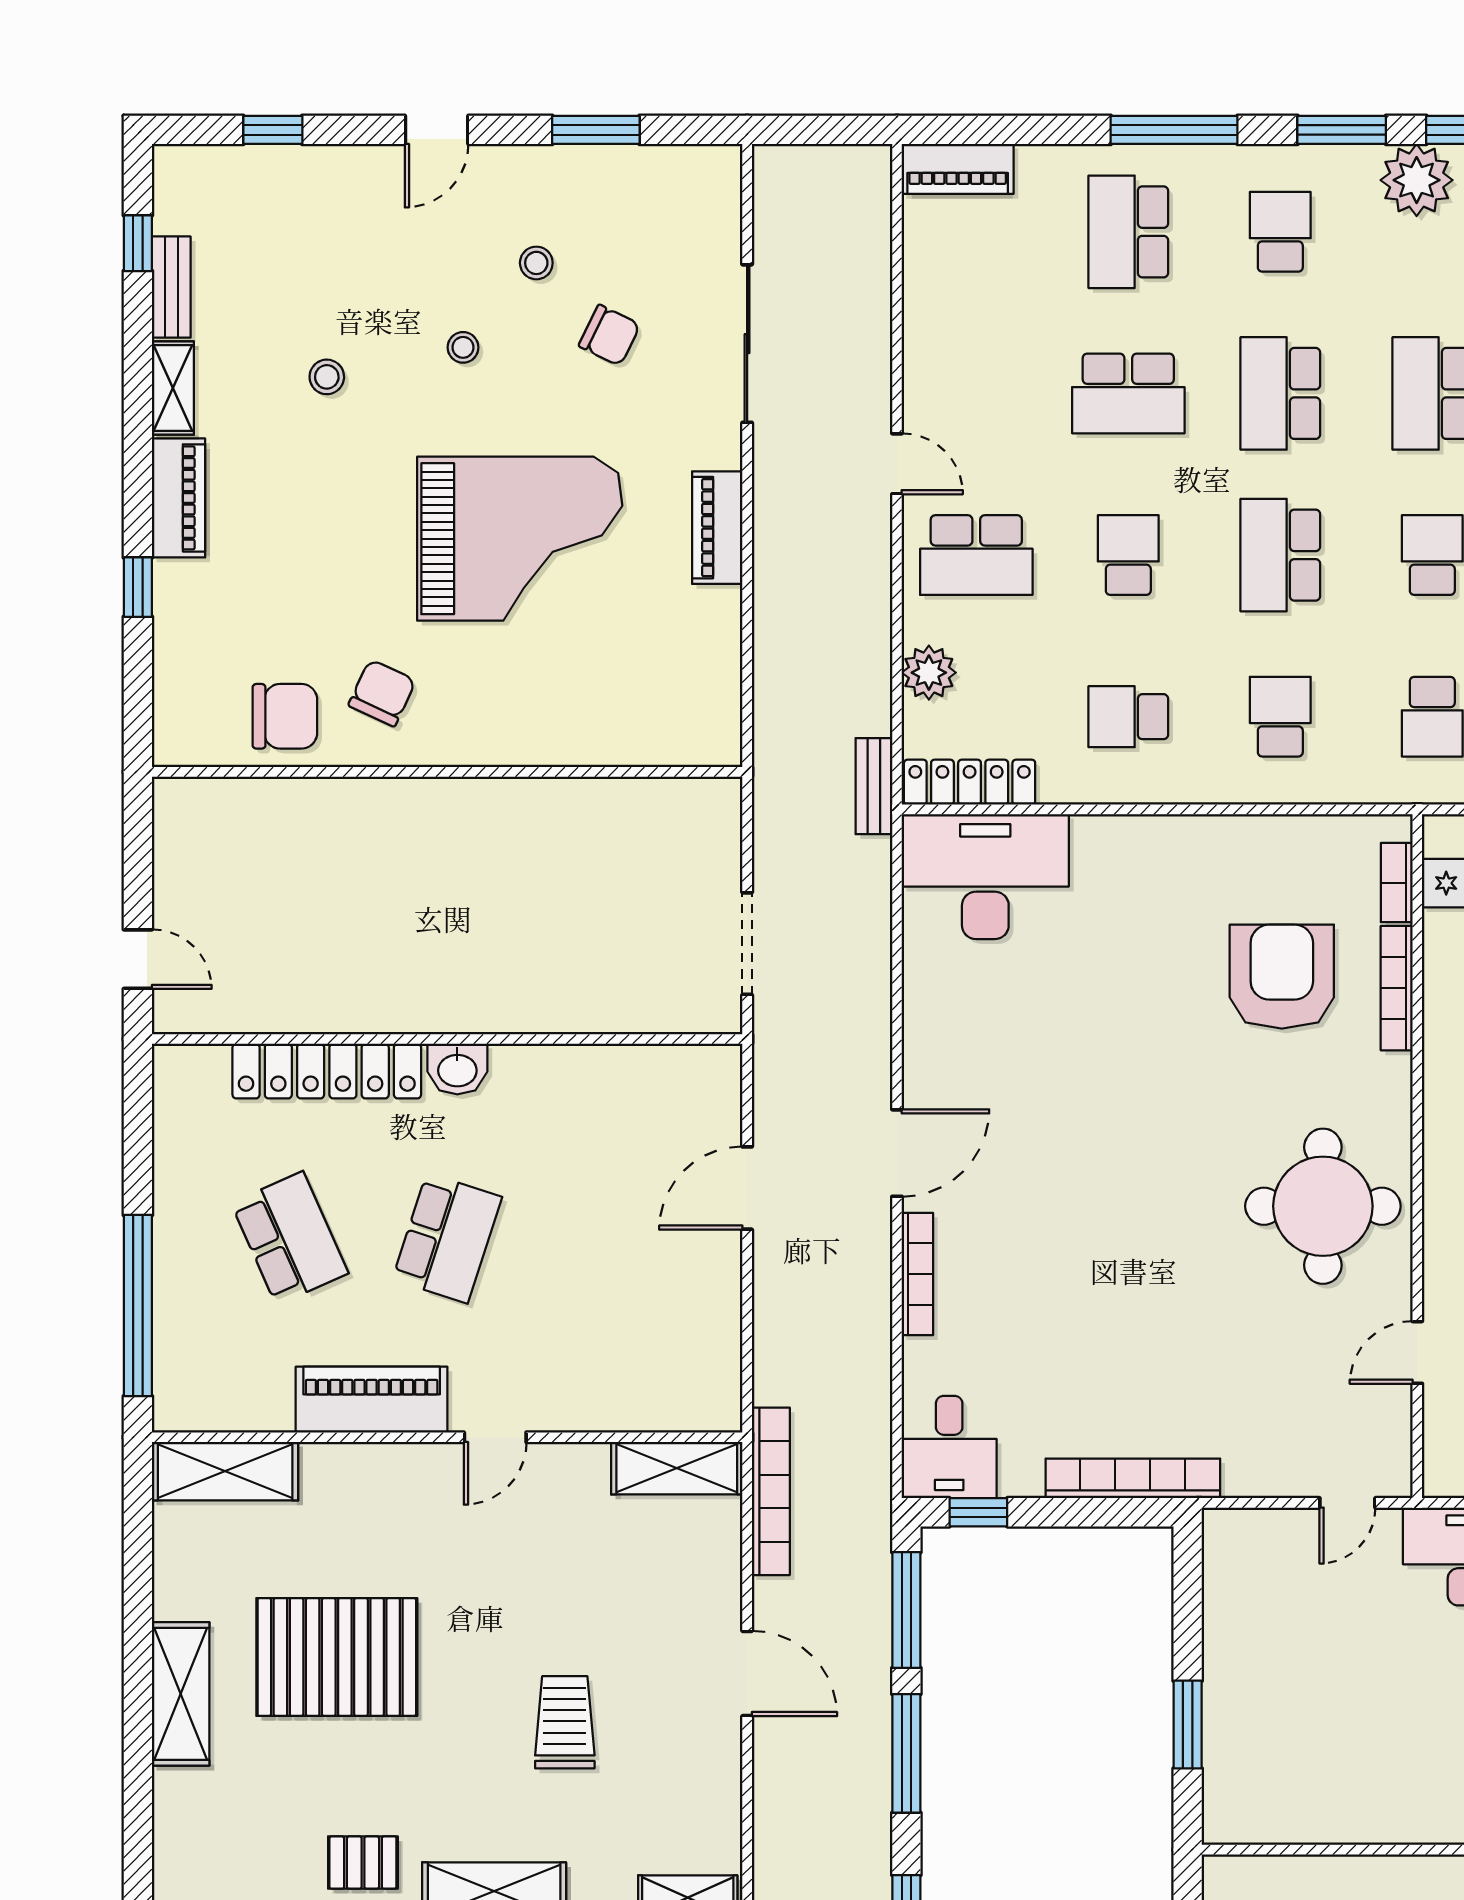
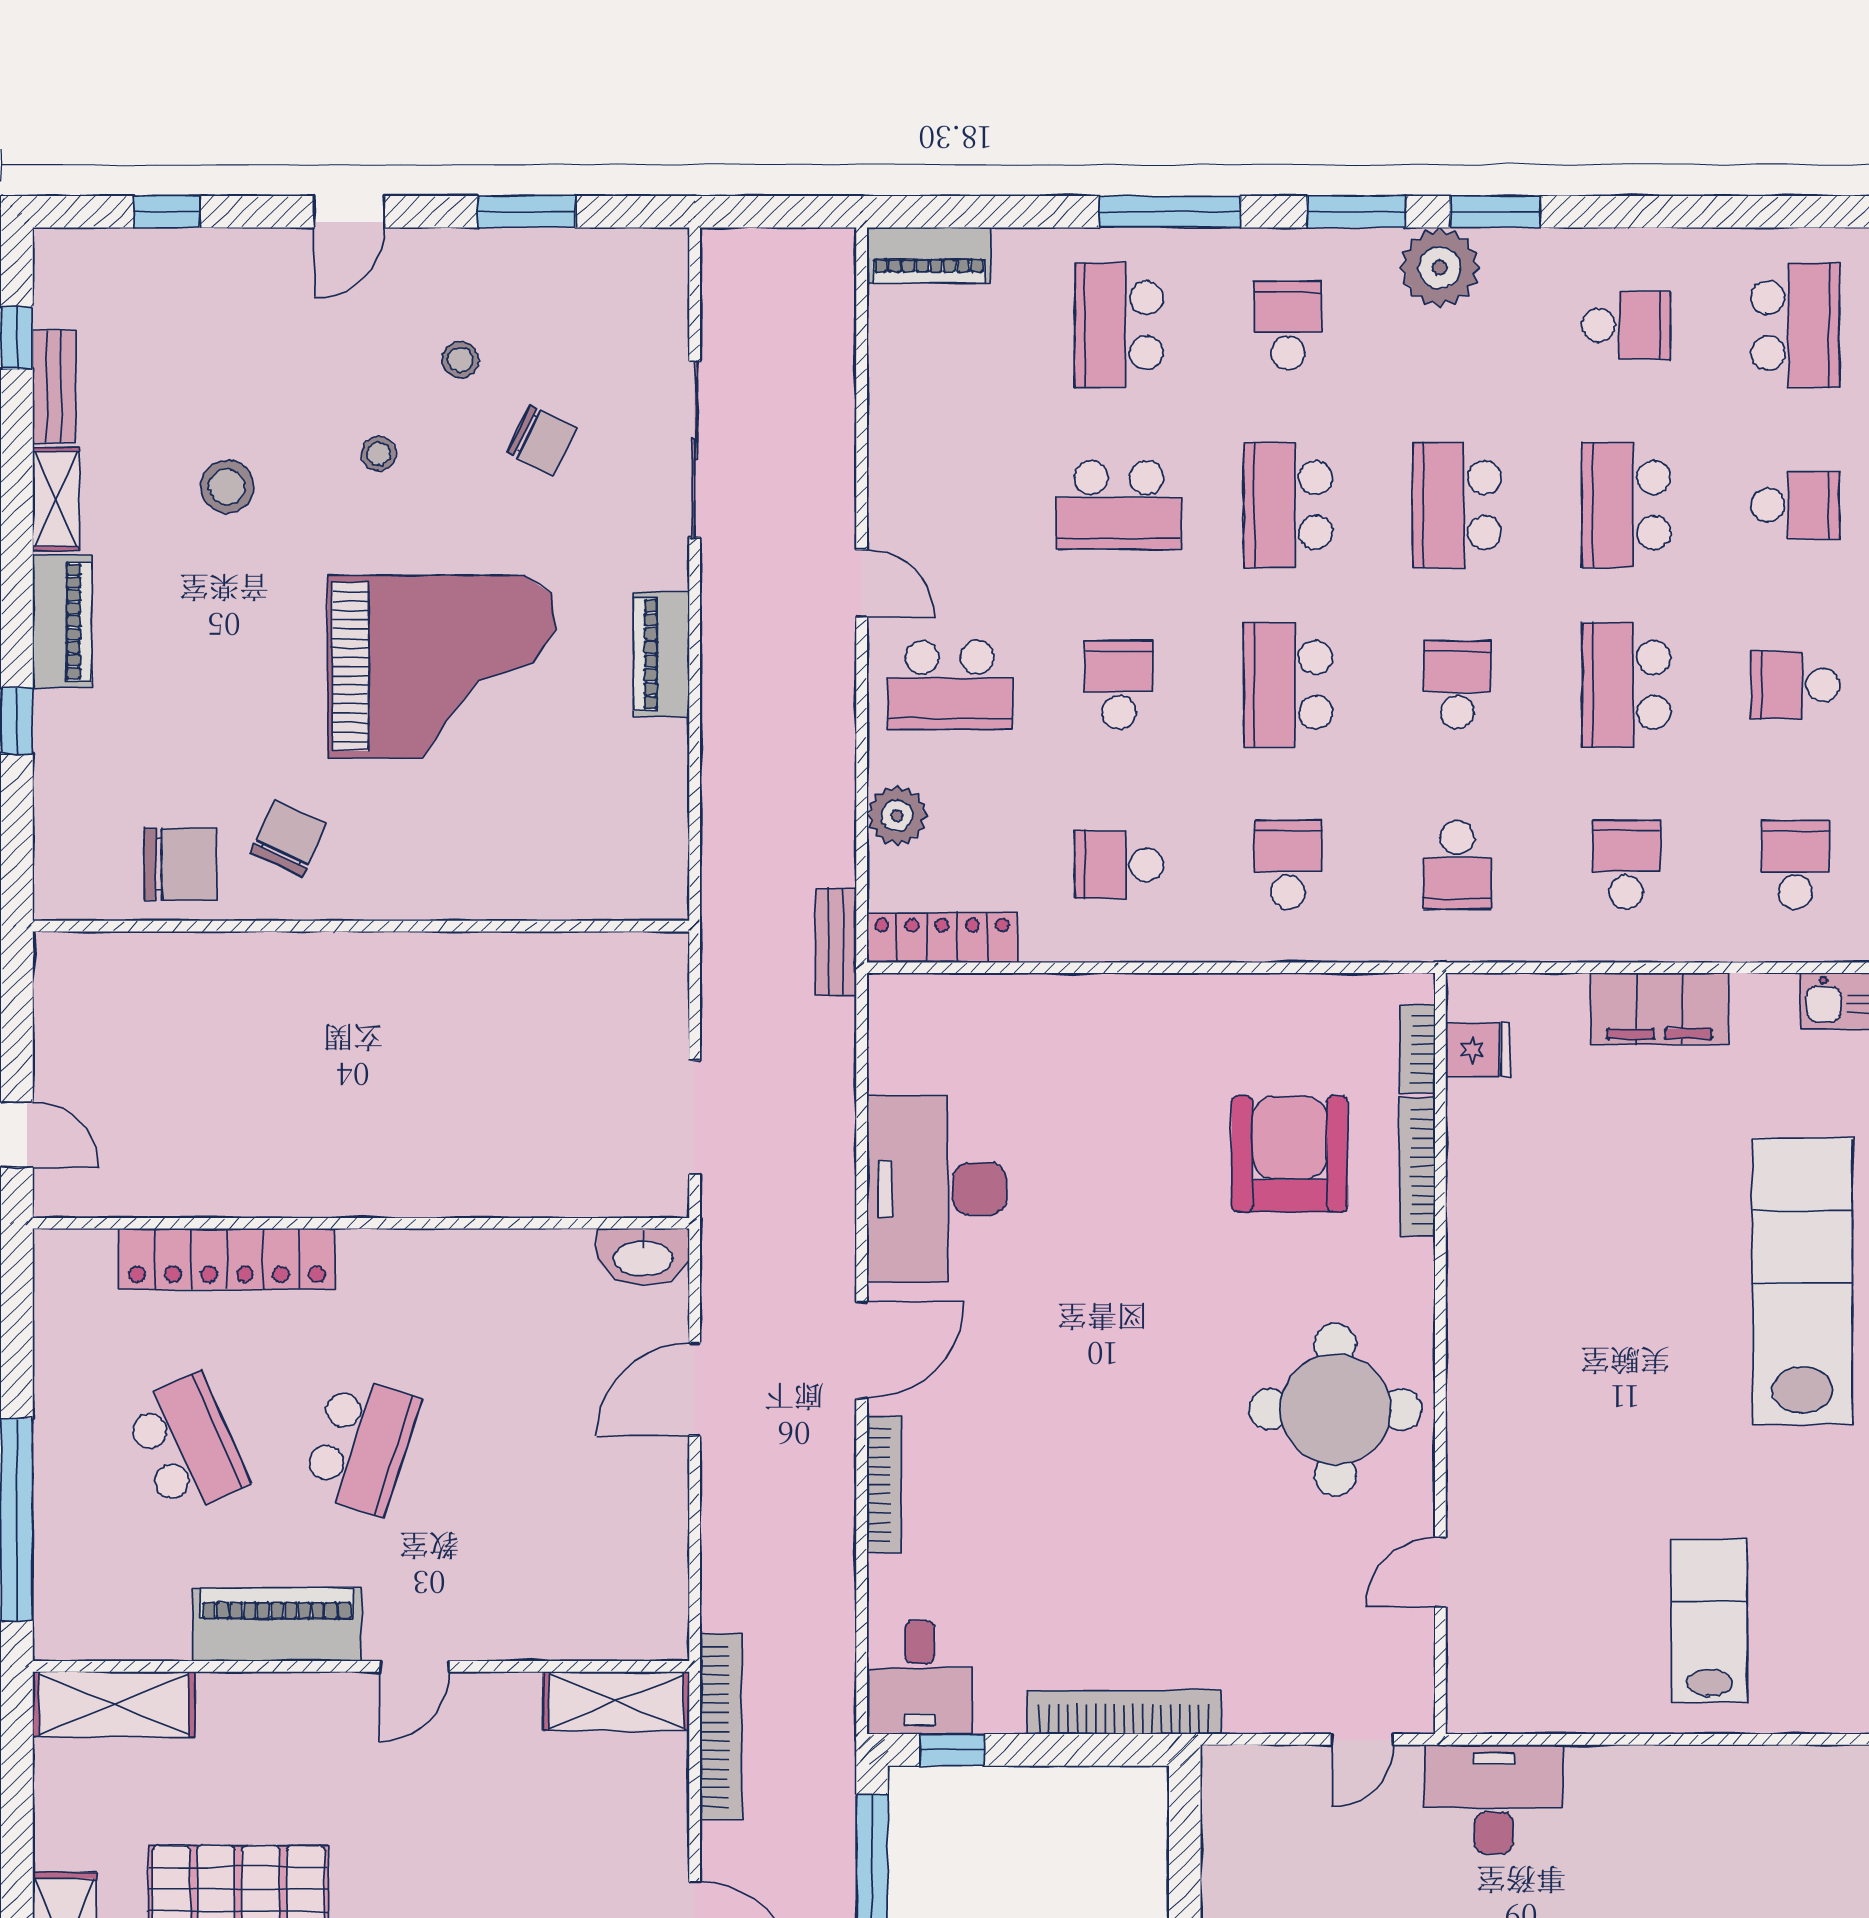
stool: (327, 377) -> (227, 487), width x1.37, depth x1.37
desk: (985, 877) -> (936, 1189), moved, turned -90
washbasin: (457, 1069) -> (643, 1257), moved, width x1.38

